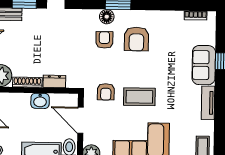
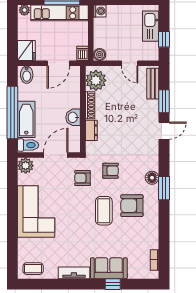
armchair: (104, 40) -> (110, 171), moved
coffee table: (139, 97) -> (104, 211), moved

